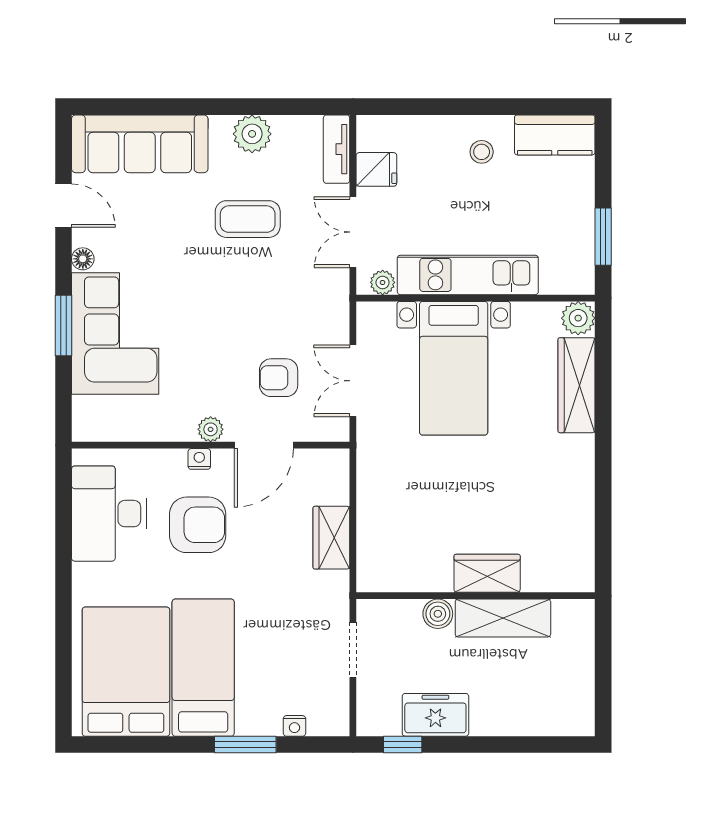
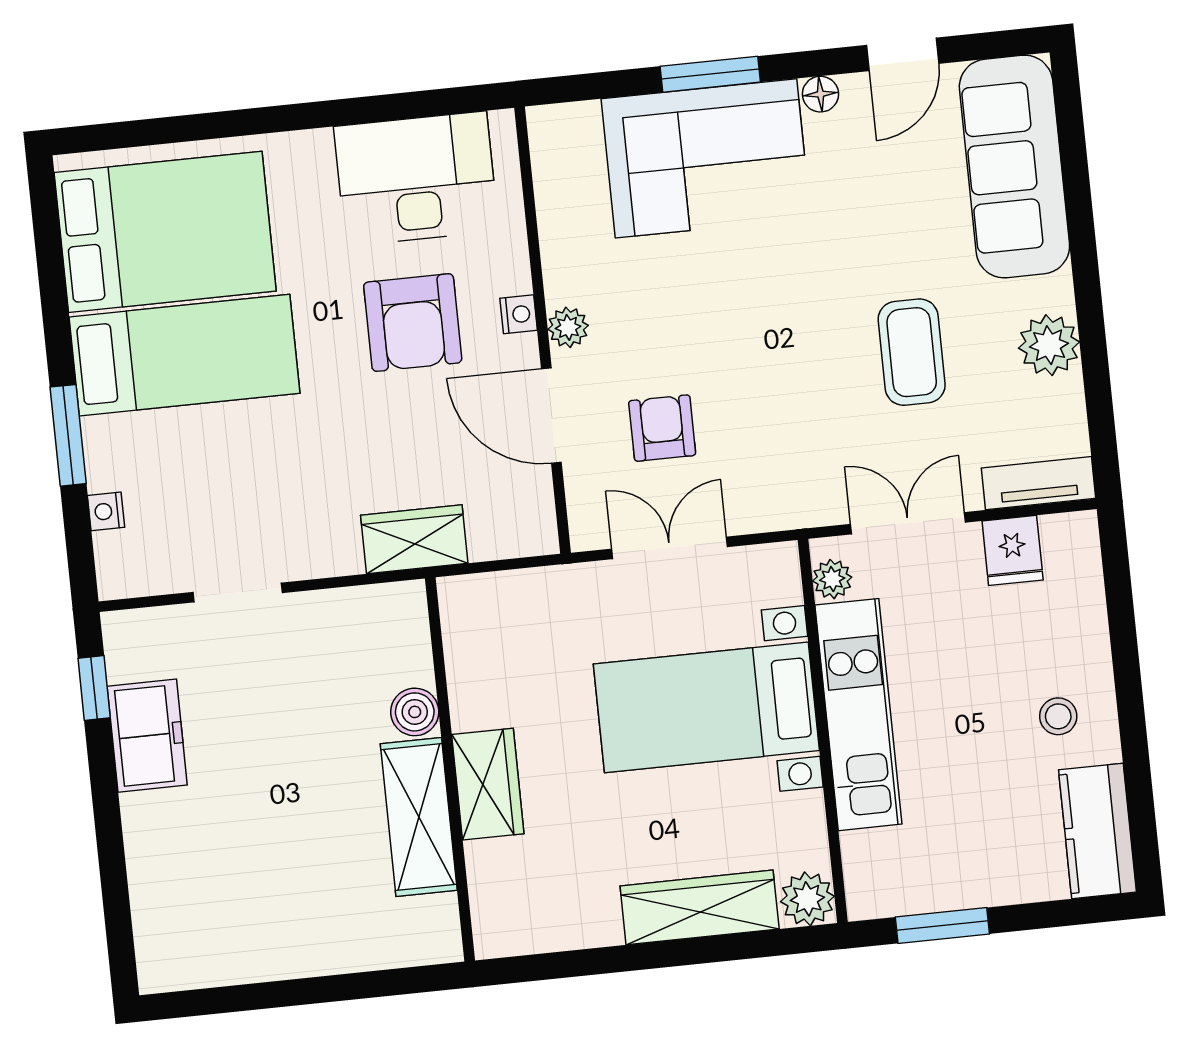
wardrobe: (487, 573) -> (488, 784), moved
wall: (476, 596) -> (450, 769), moved
boiler: (438, 614) -> (415, 712), moved
shelving: (503, 618) -> (419, 817), moved

